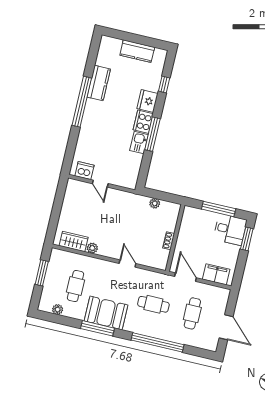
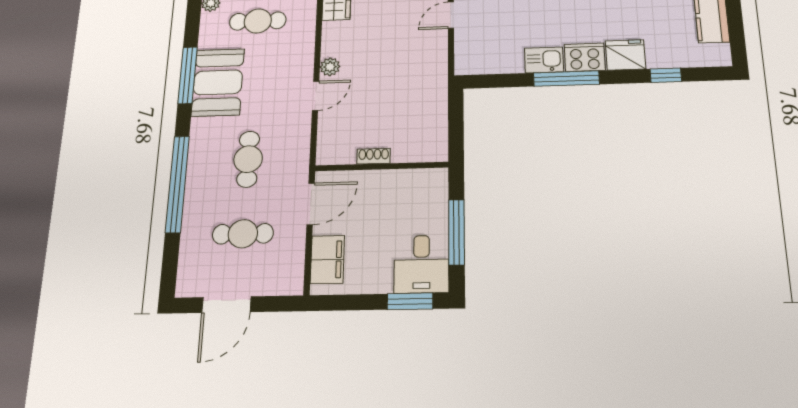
plant: (155, 203) -> (438, 114), removed
plant: (92, 248) -> (330, 67), moved

